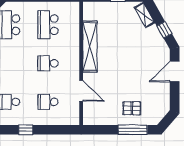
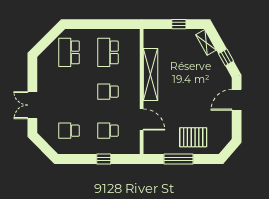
pallet: (132, 108) -> (193, 137), width x1.50, depth x1.42
window: (26, 130) -> (104, 159), moved
window: (133, 130) -> (179, 159), moved

